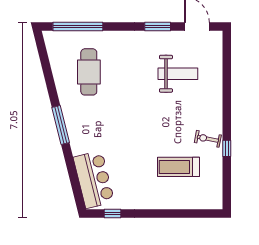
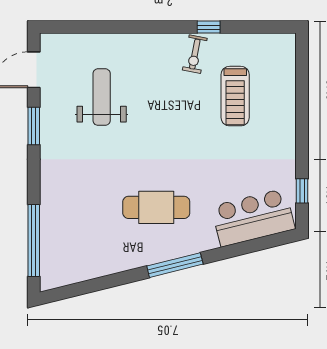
cafe table: (89, 72) -> (156, 207), moved

